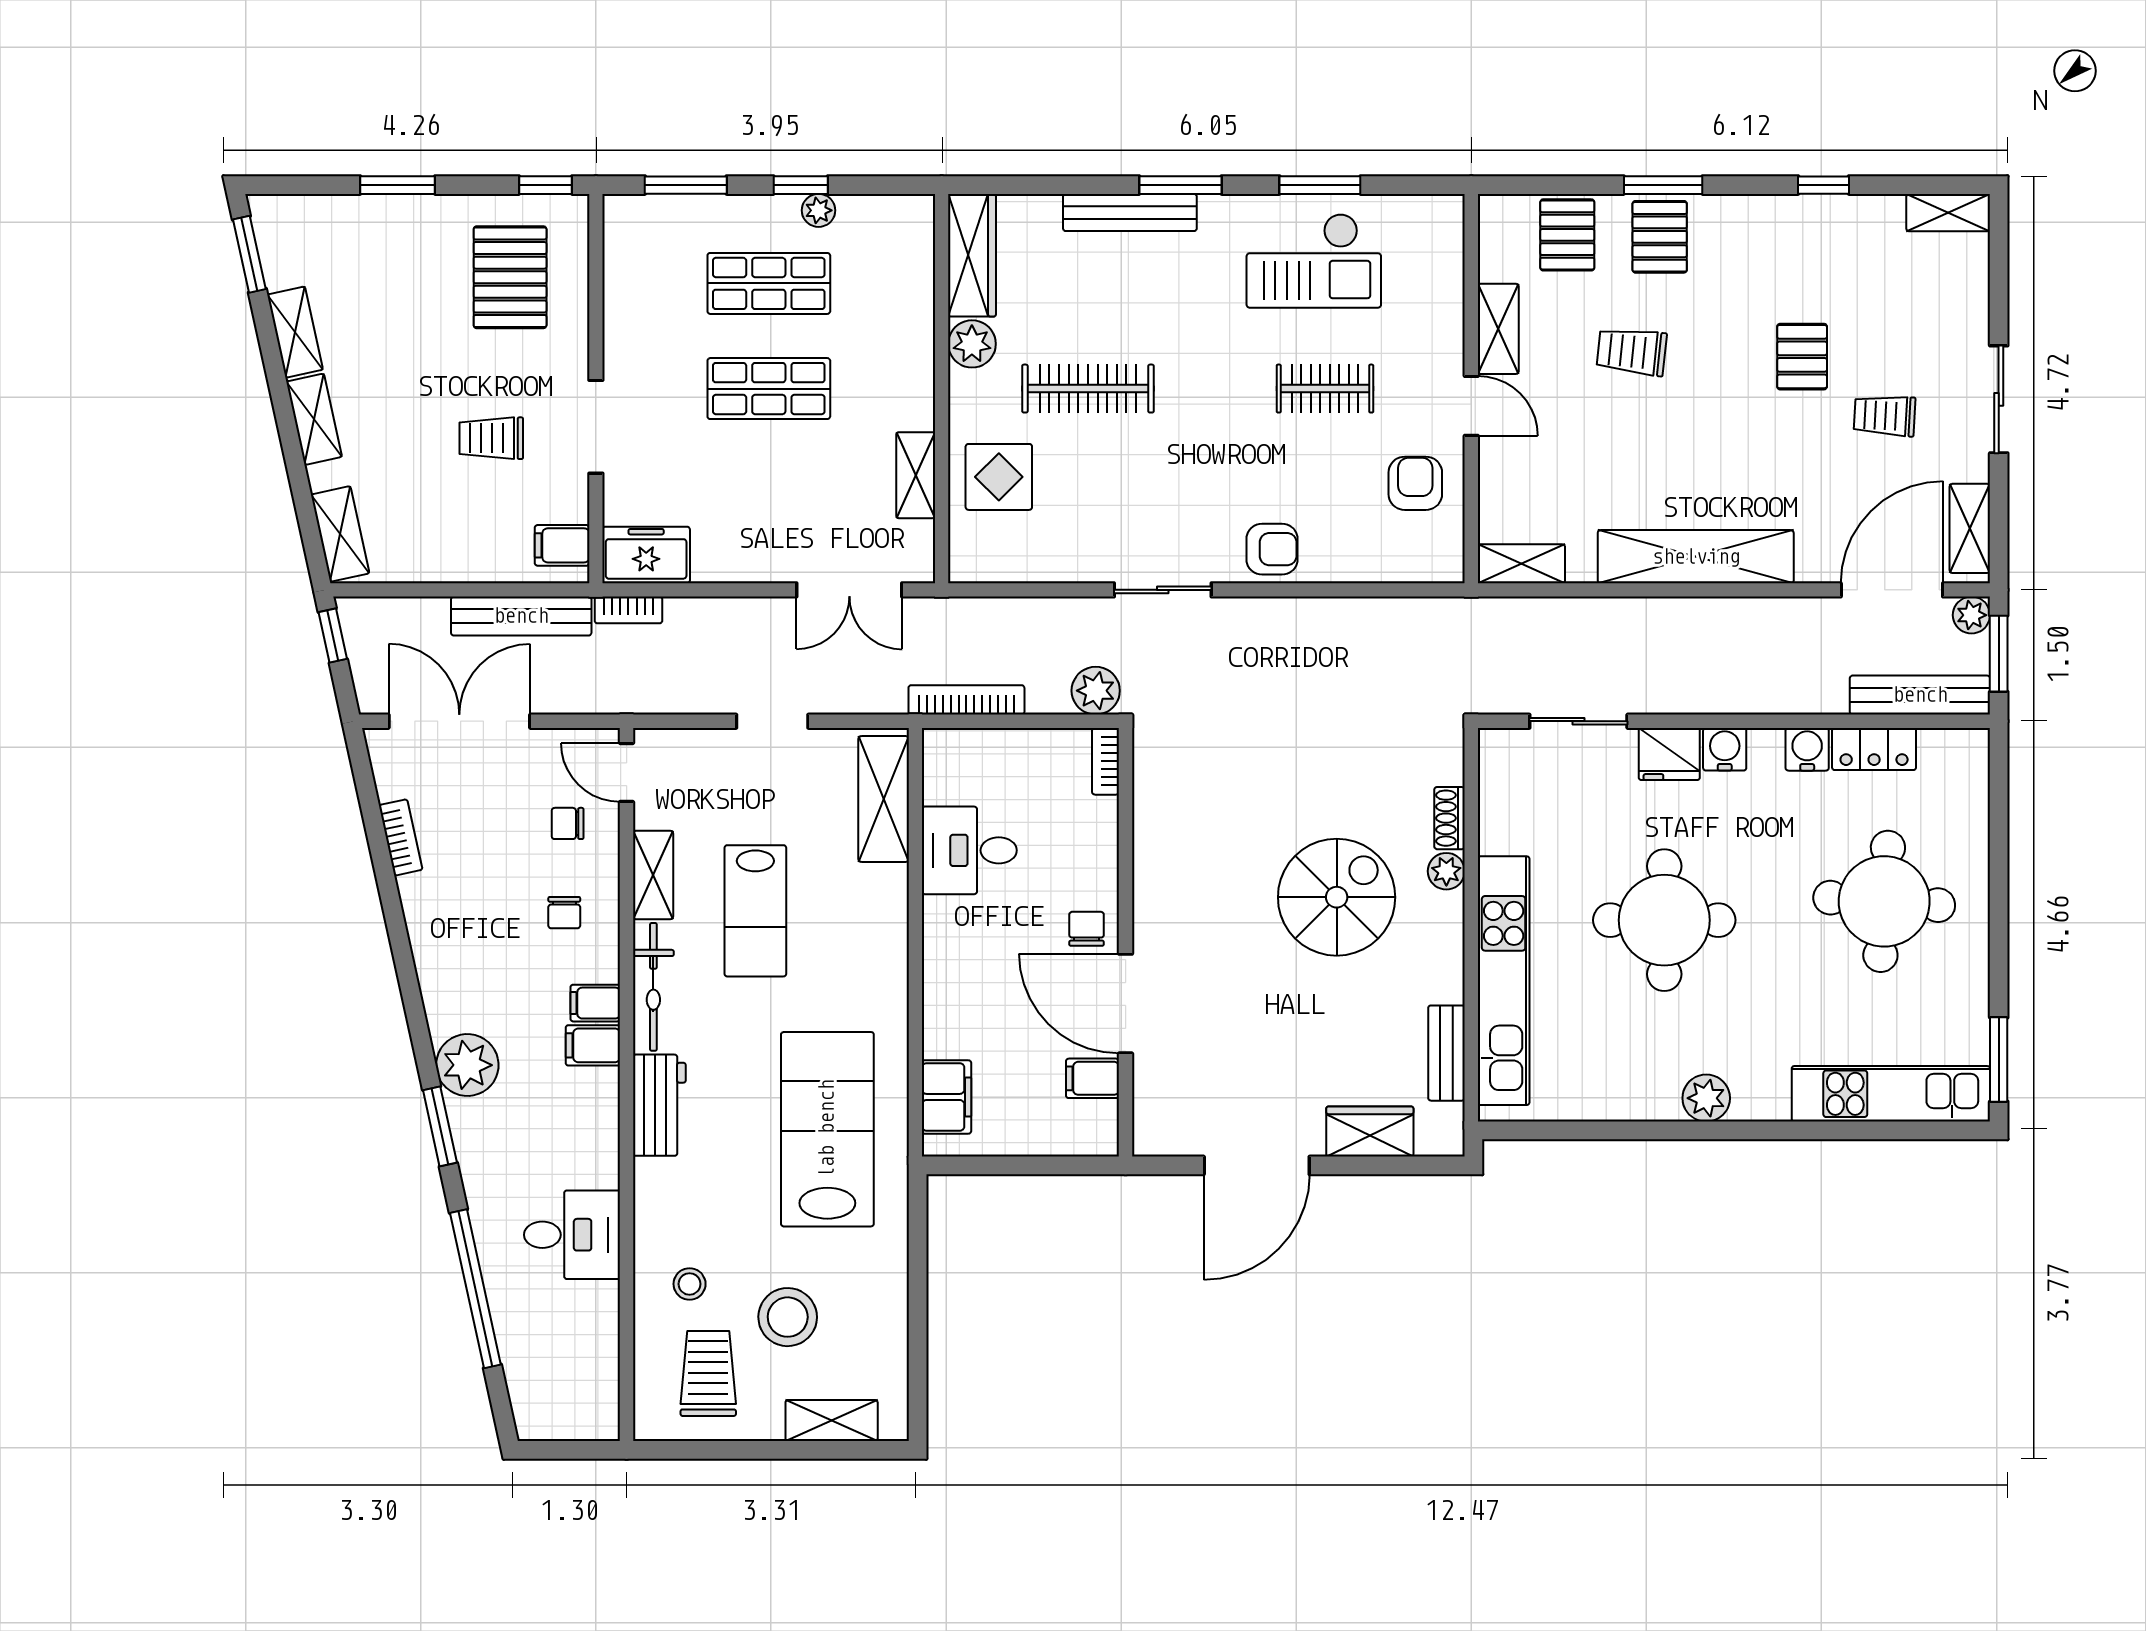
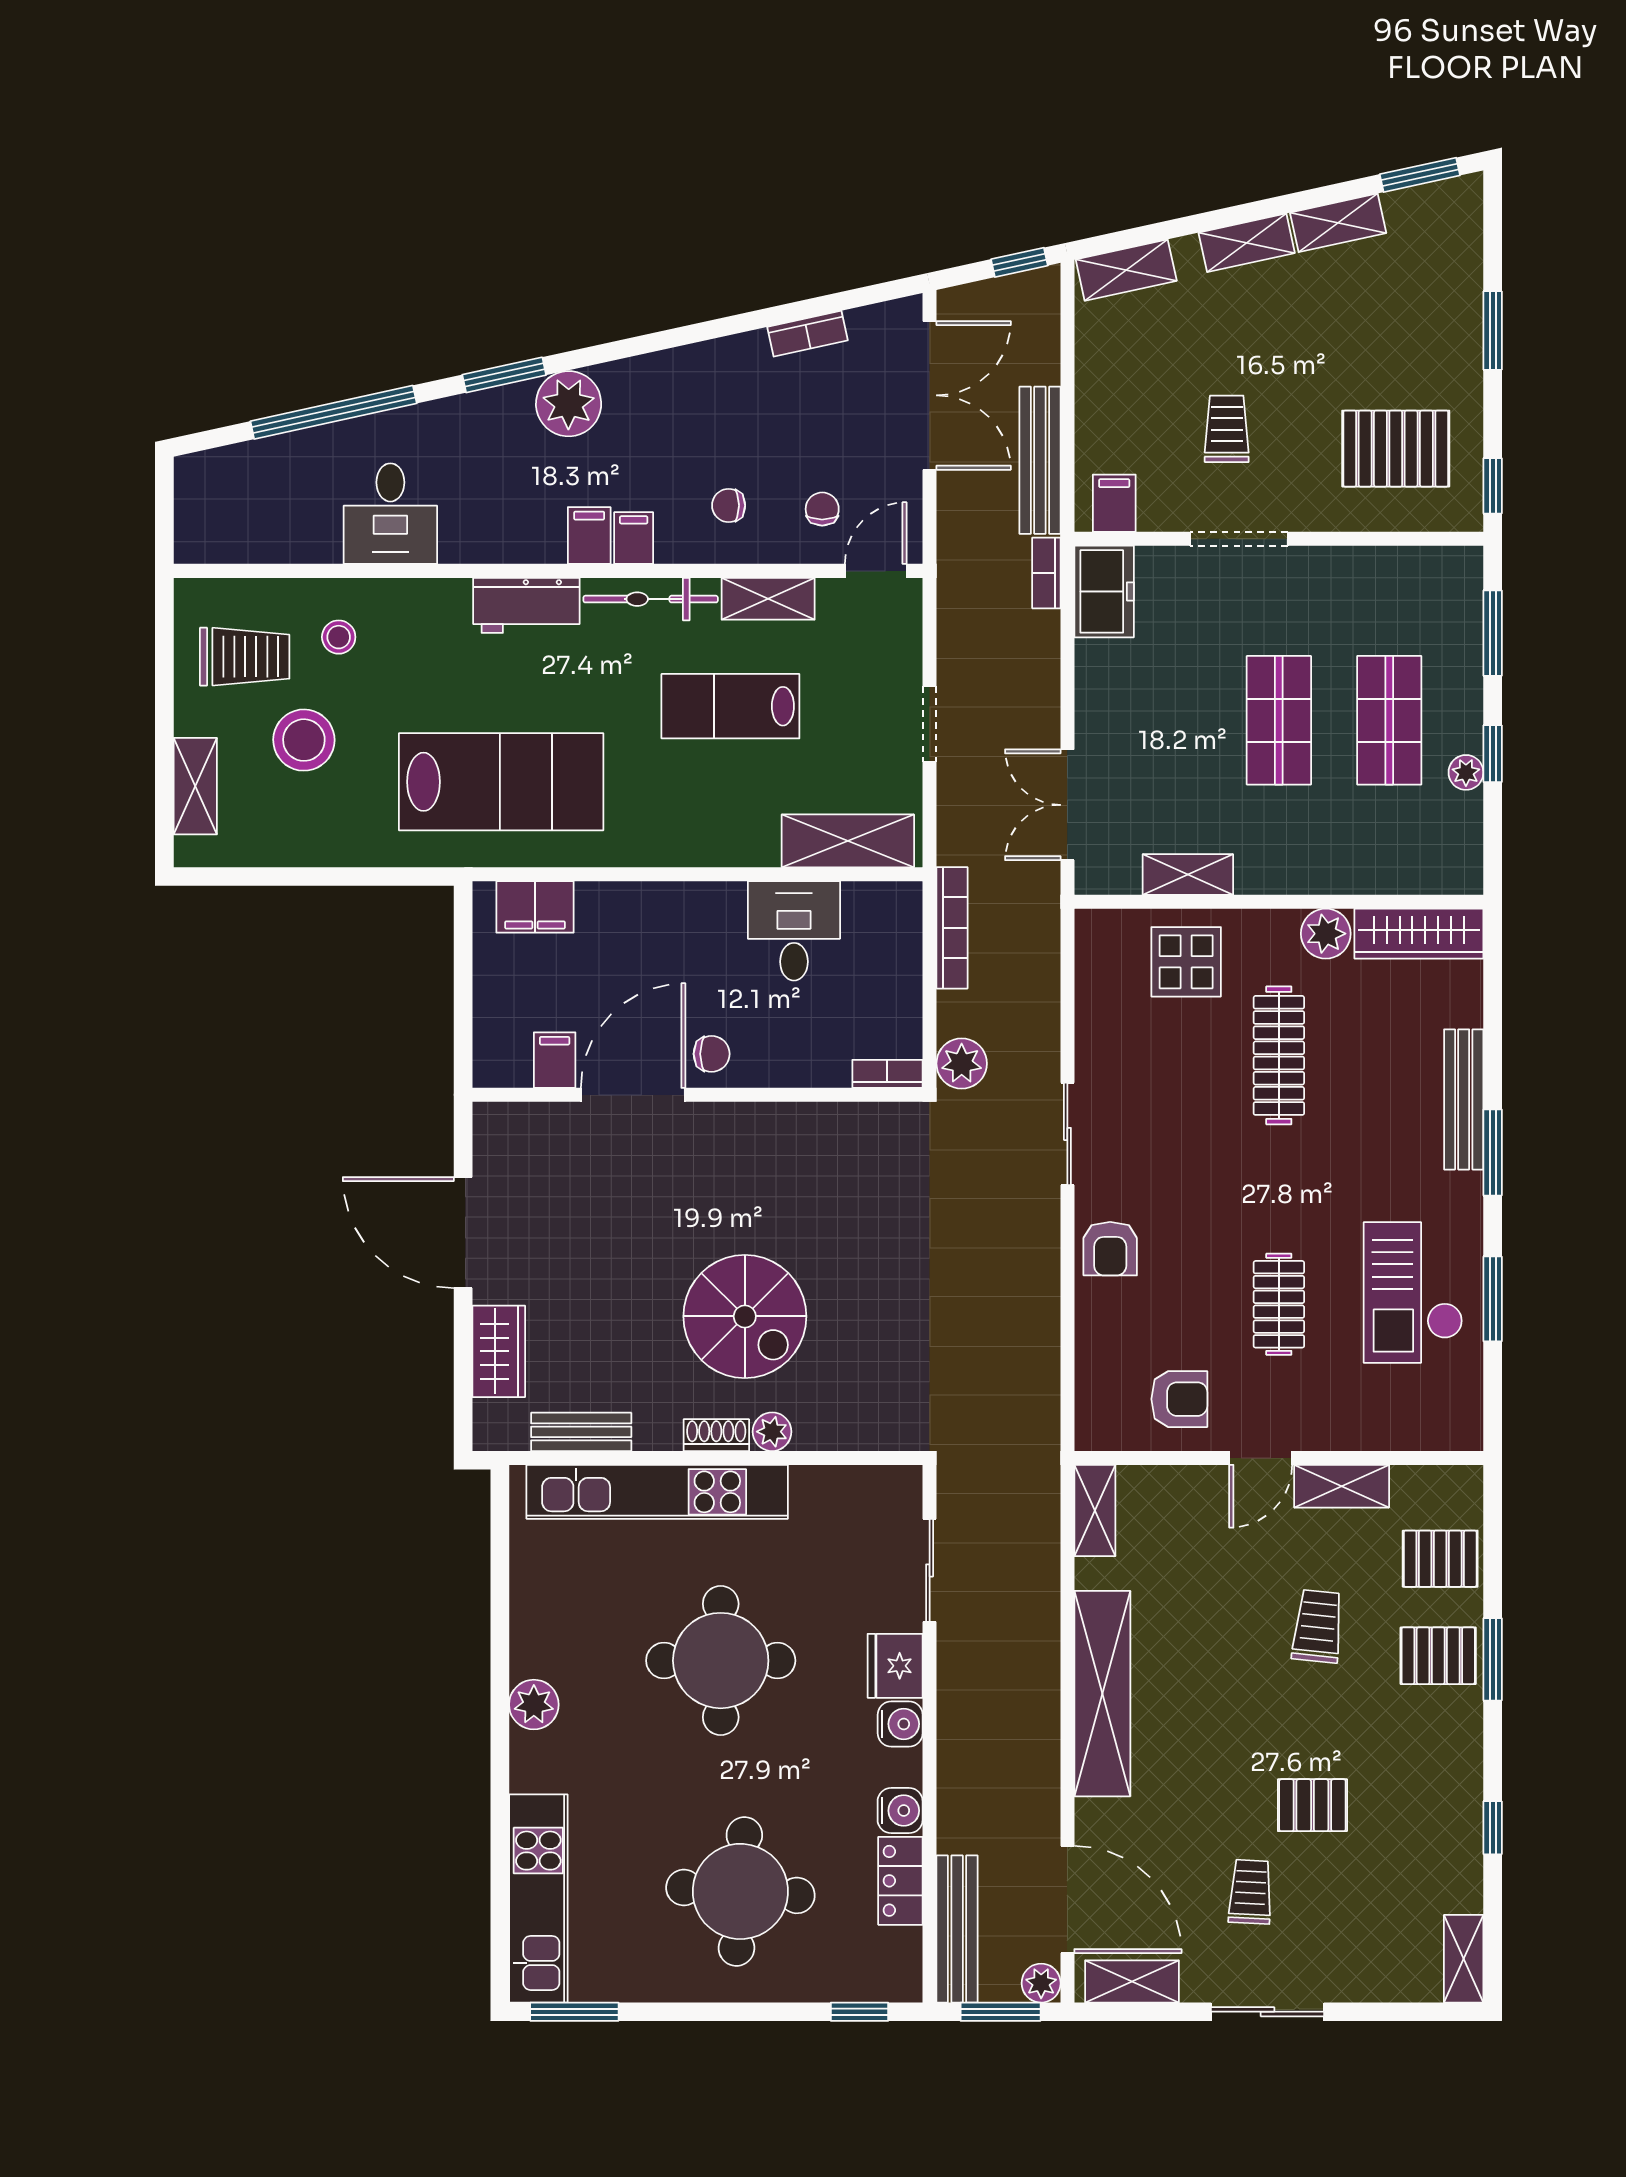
window: (1999, 788) -> (860, 2012), added
shoe rack: (1450, 818) -> (716, 1435), moved

